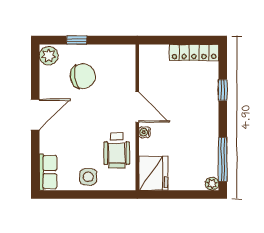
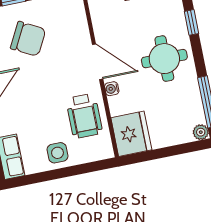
chair: (83, 76) -> (28, 39), turned 36
round table: (194, 116) -> (164, 59), added

